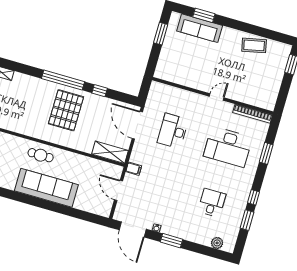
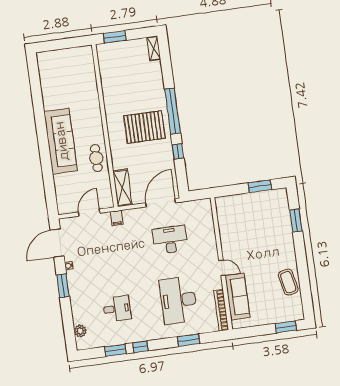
sofa: (200, 28) -> (237, 297), moved, turned 180
cafe table: (41, 155) -> (96, 158), moved

